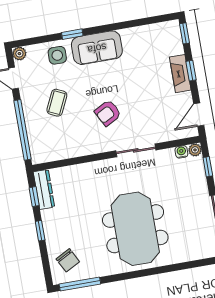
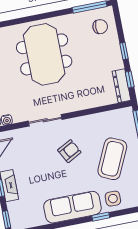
sofa: (97, 48) -> (72, 207), width x1.36
coffee table: (57, 103) -> (112, 159), width x1.86, depth x1.72
chair: (68, 260) -> (100, 27), turned 118

